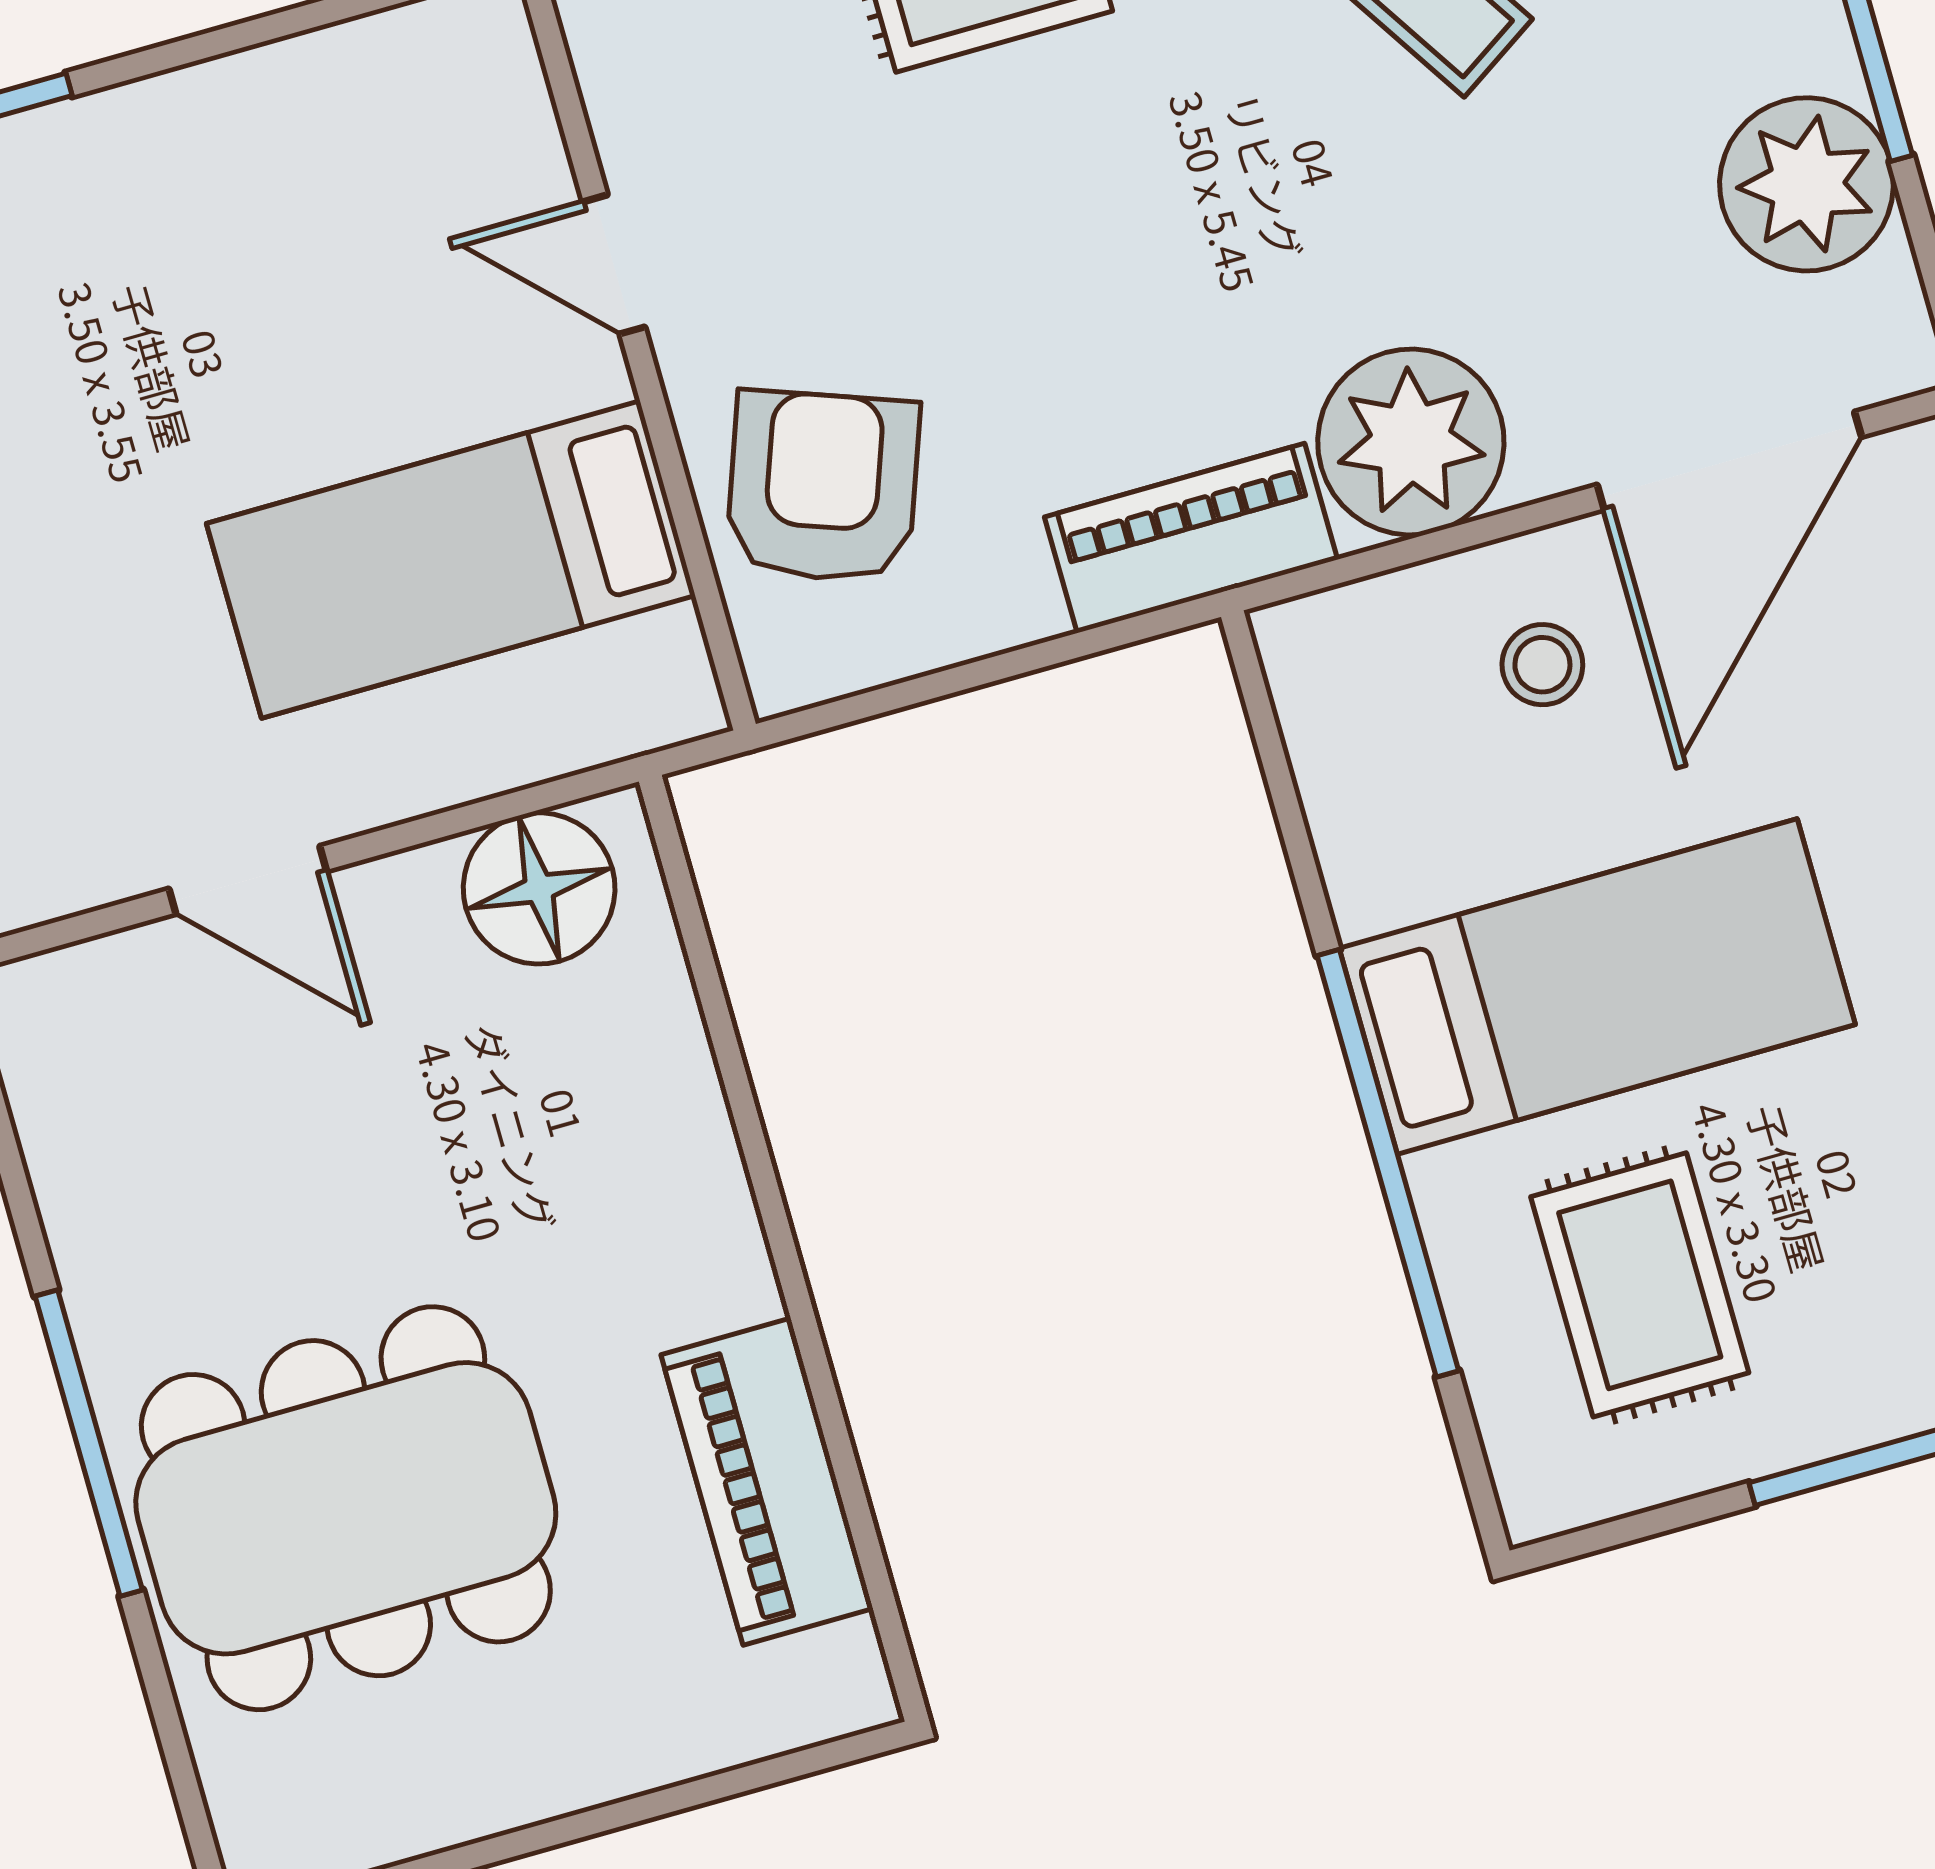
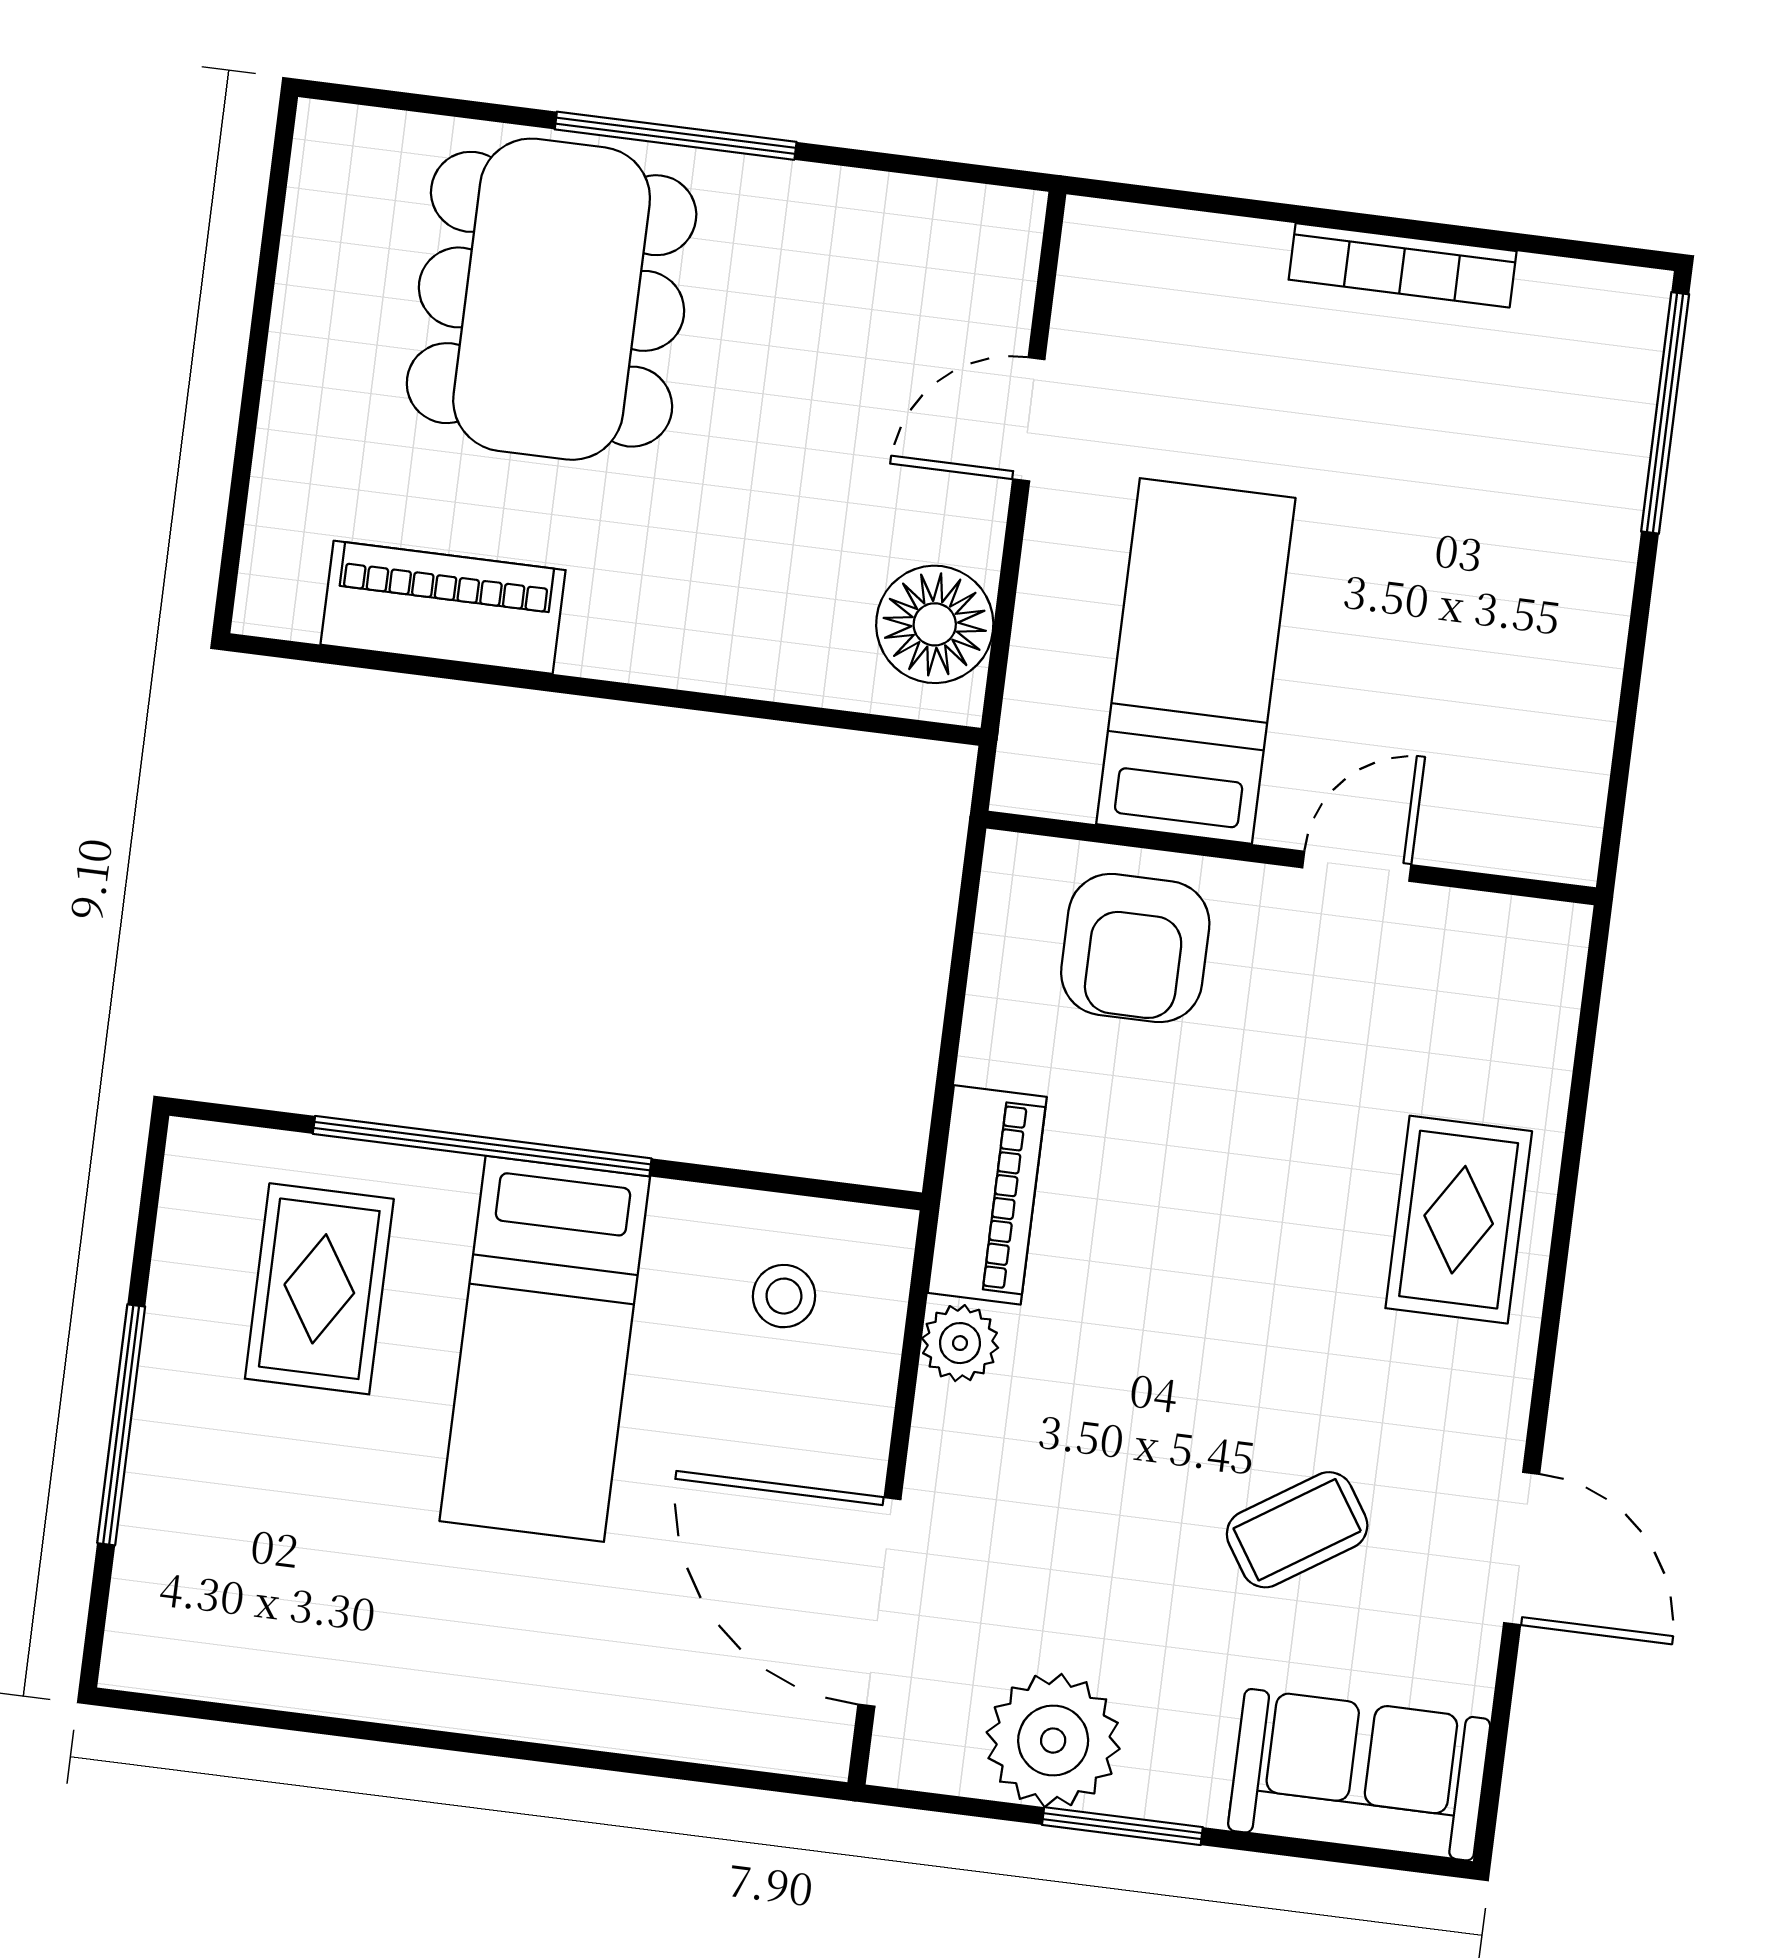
plant: (1411, 442) -> (960, 1343), width x0.53, depth x0.53
armchair: (823, 487) -> (1135, 948), turned 70
stool: (1542, 665) -> (784, 1296), moved
rug: (1640, 1285) -> (319, 1289), turned 90

